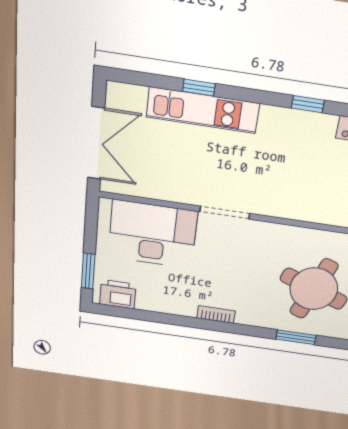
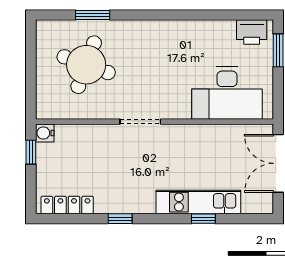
doorway: (225, 213) -> (140, 122), moved
bookcase: (216, 315) -> (165, 26), removed

